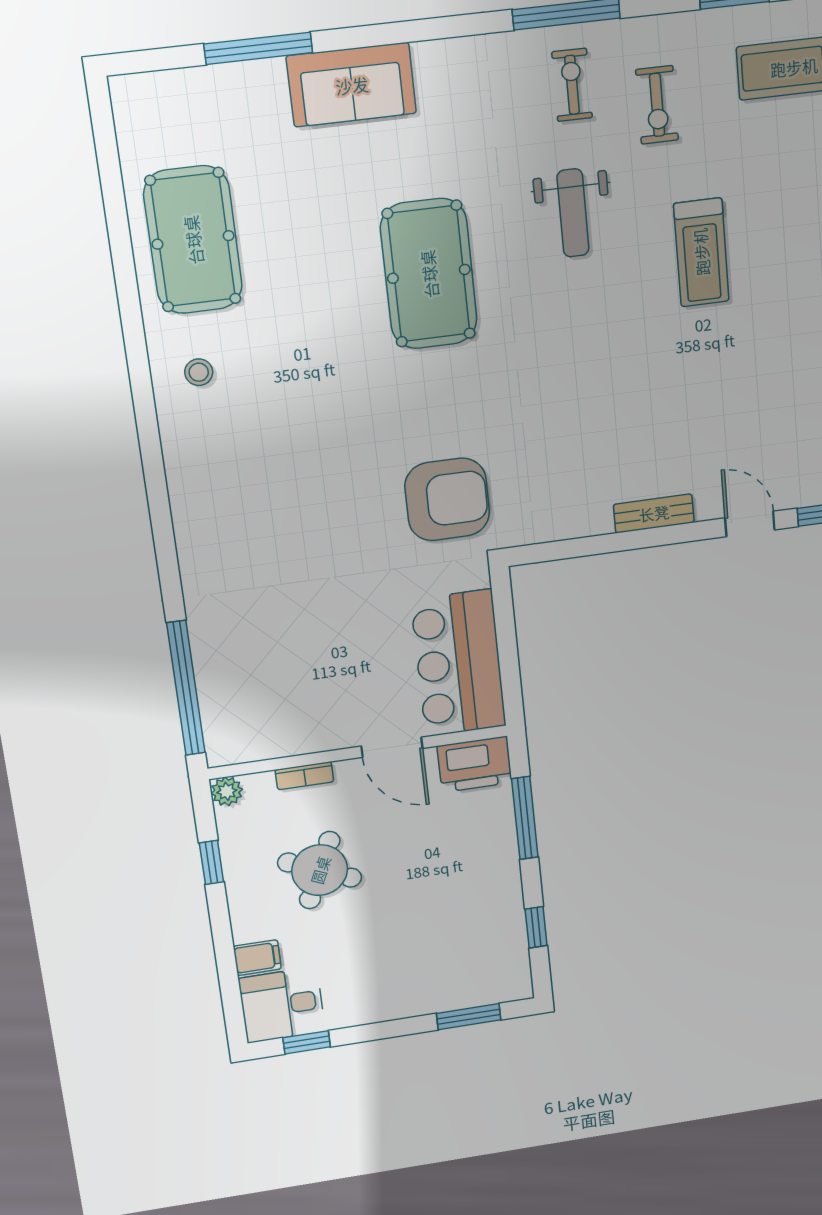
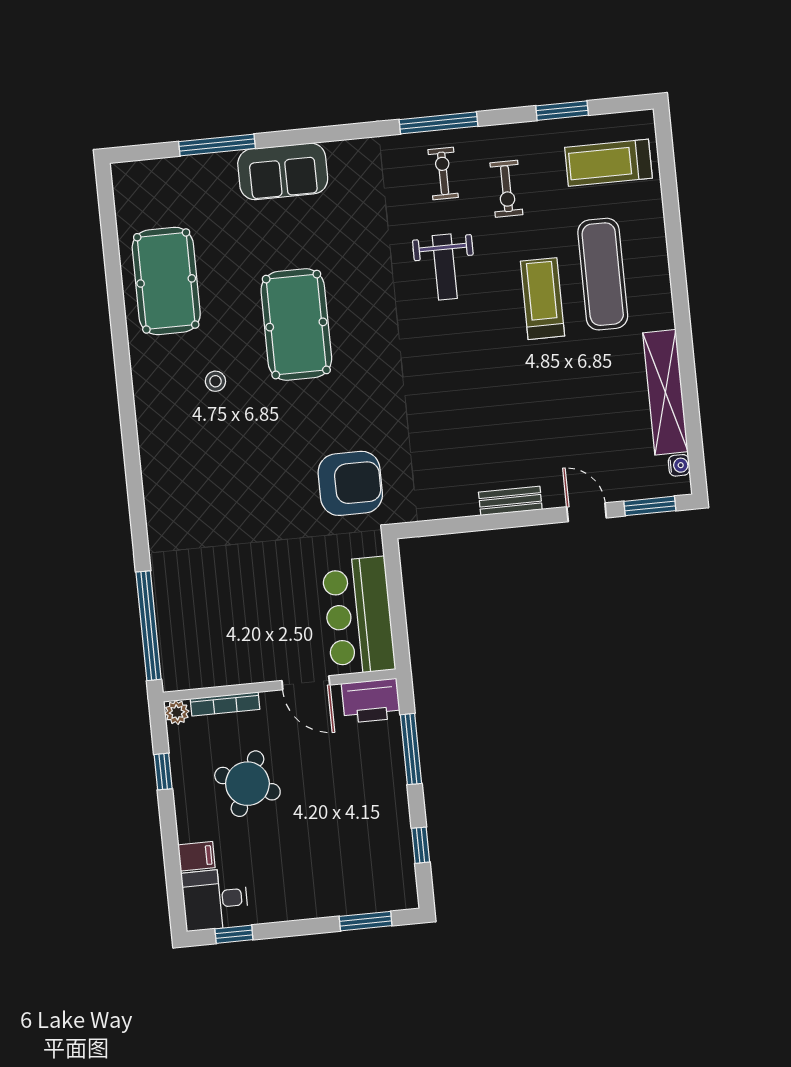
exercise mat: (781, 218) -> (603, 274), added
treadmill: (701, 252) -> (542, 299), turned 180
pool table: (429, 274) -> (296, 325), moved
stool: (199, 372) -> (215, 381), moved
bookcase: (304, 776) -> (225, 704), width x1.56

